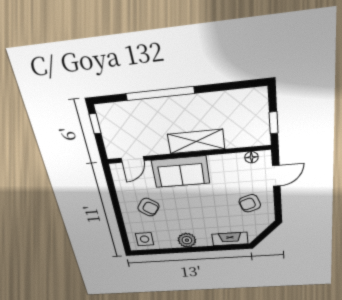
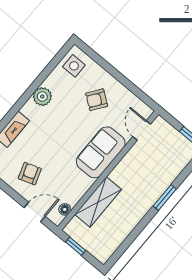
window: (160, 93) -> (165, 198), width x0.47
shelving: (196, 141) -> (98, 202), moved
door: (276, 176) -> (35, 212), swing flipped

